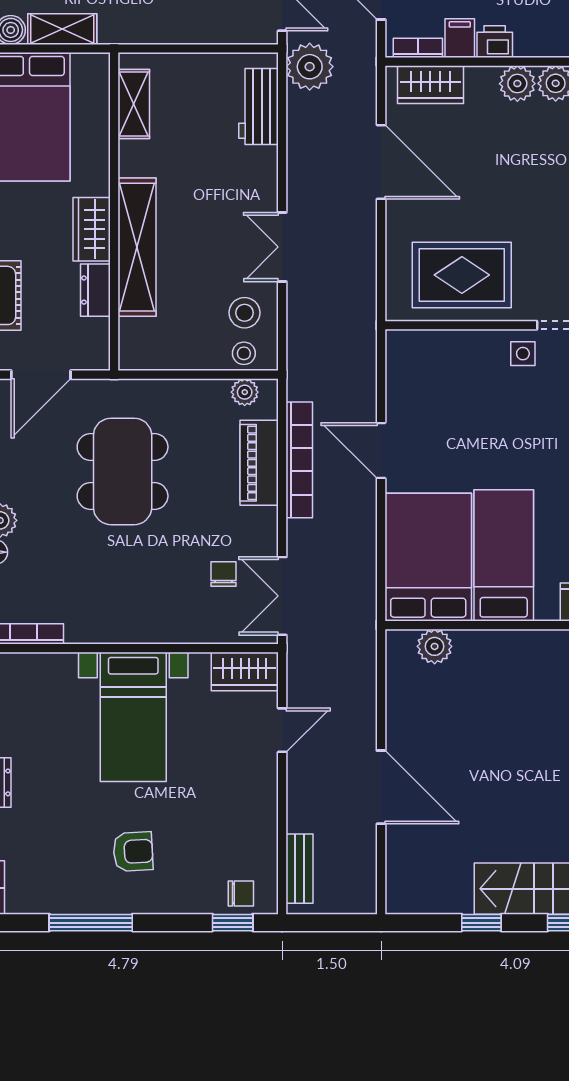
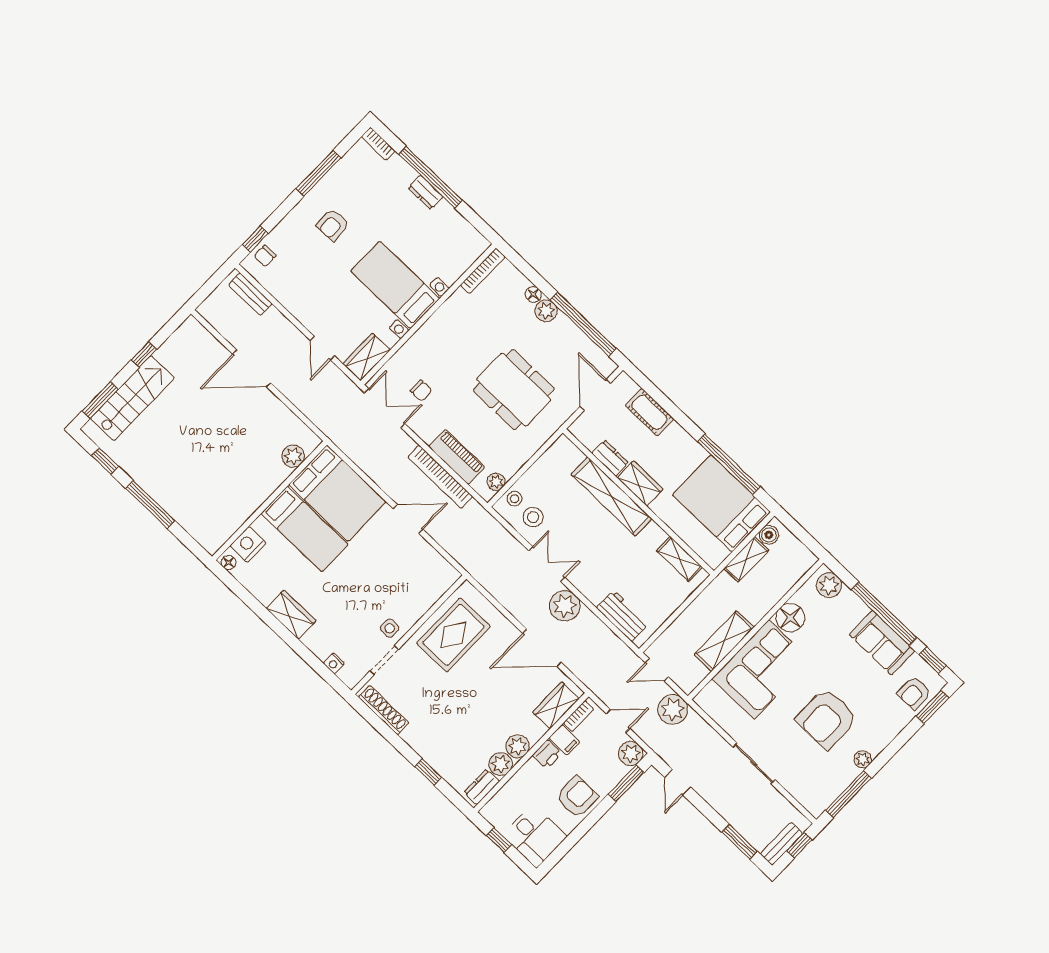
plant: (310, 67) -> (565, 606), moved

